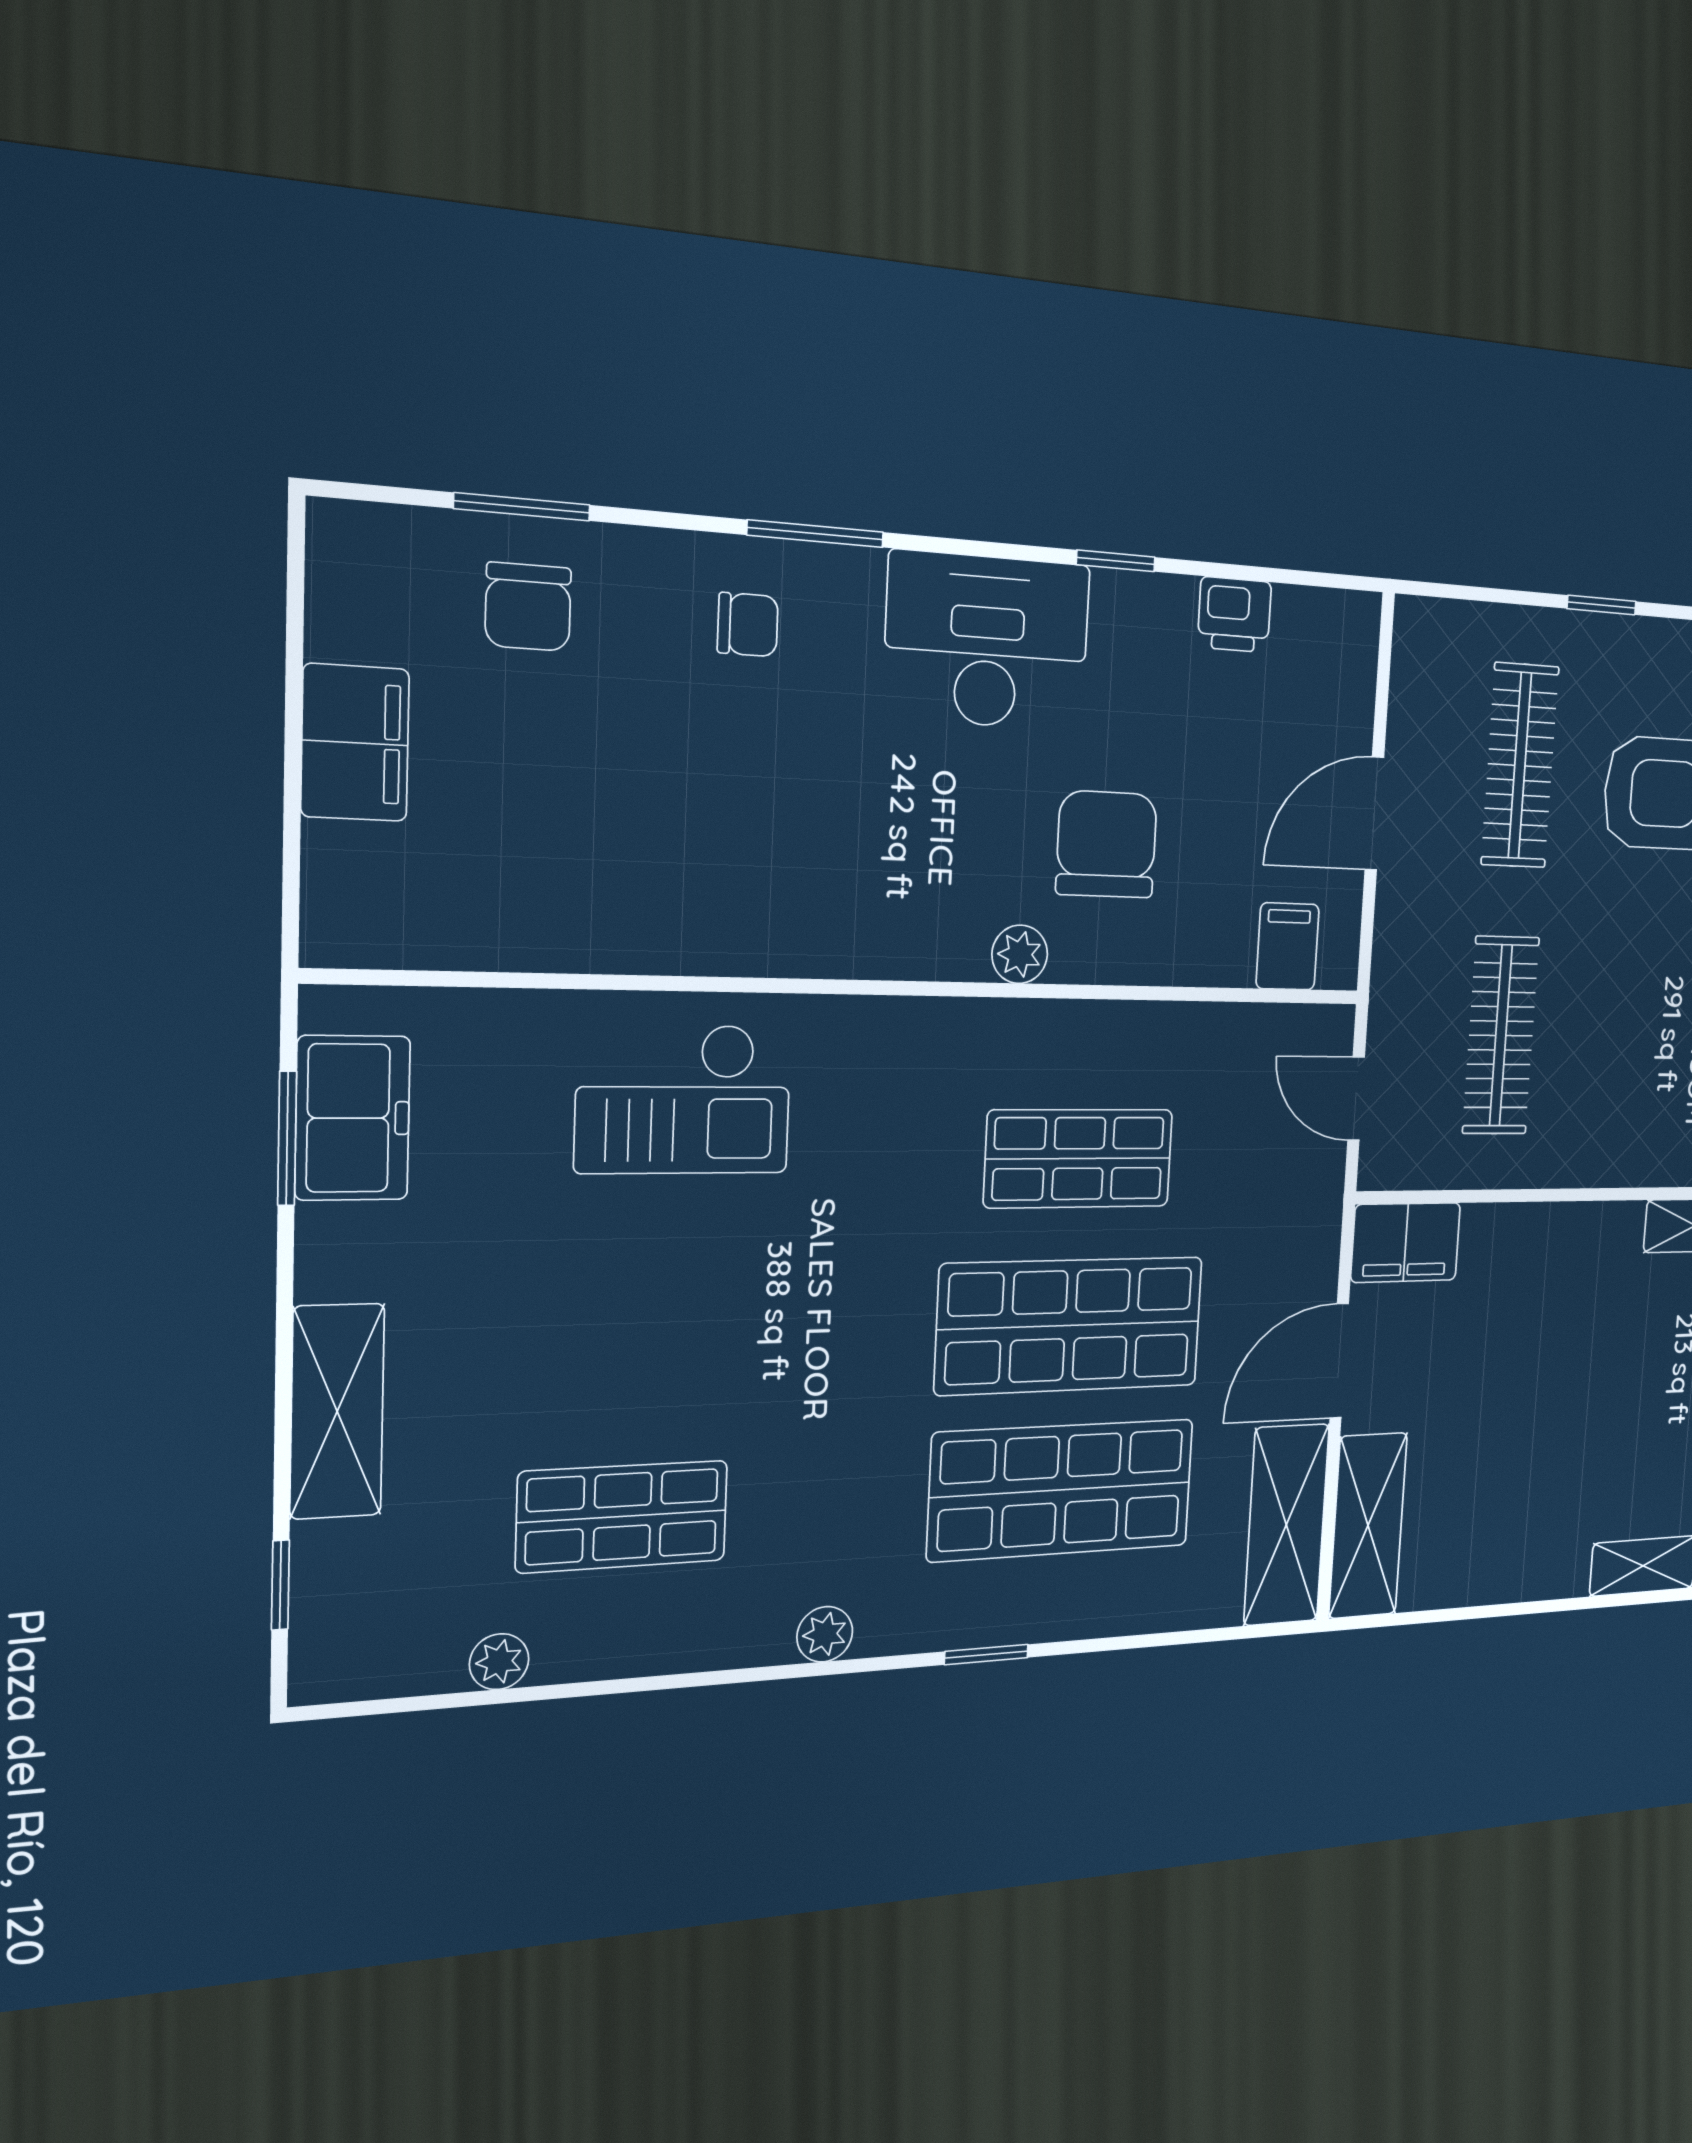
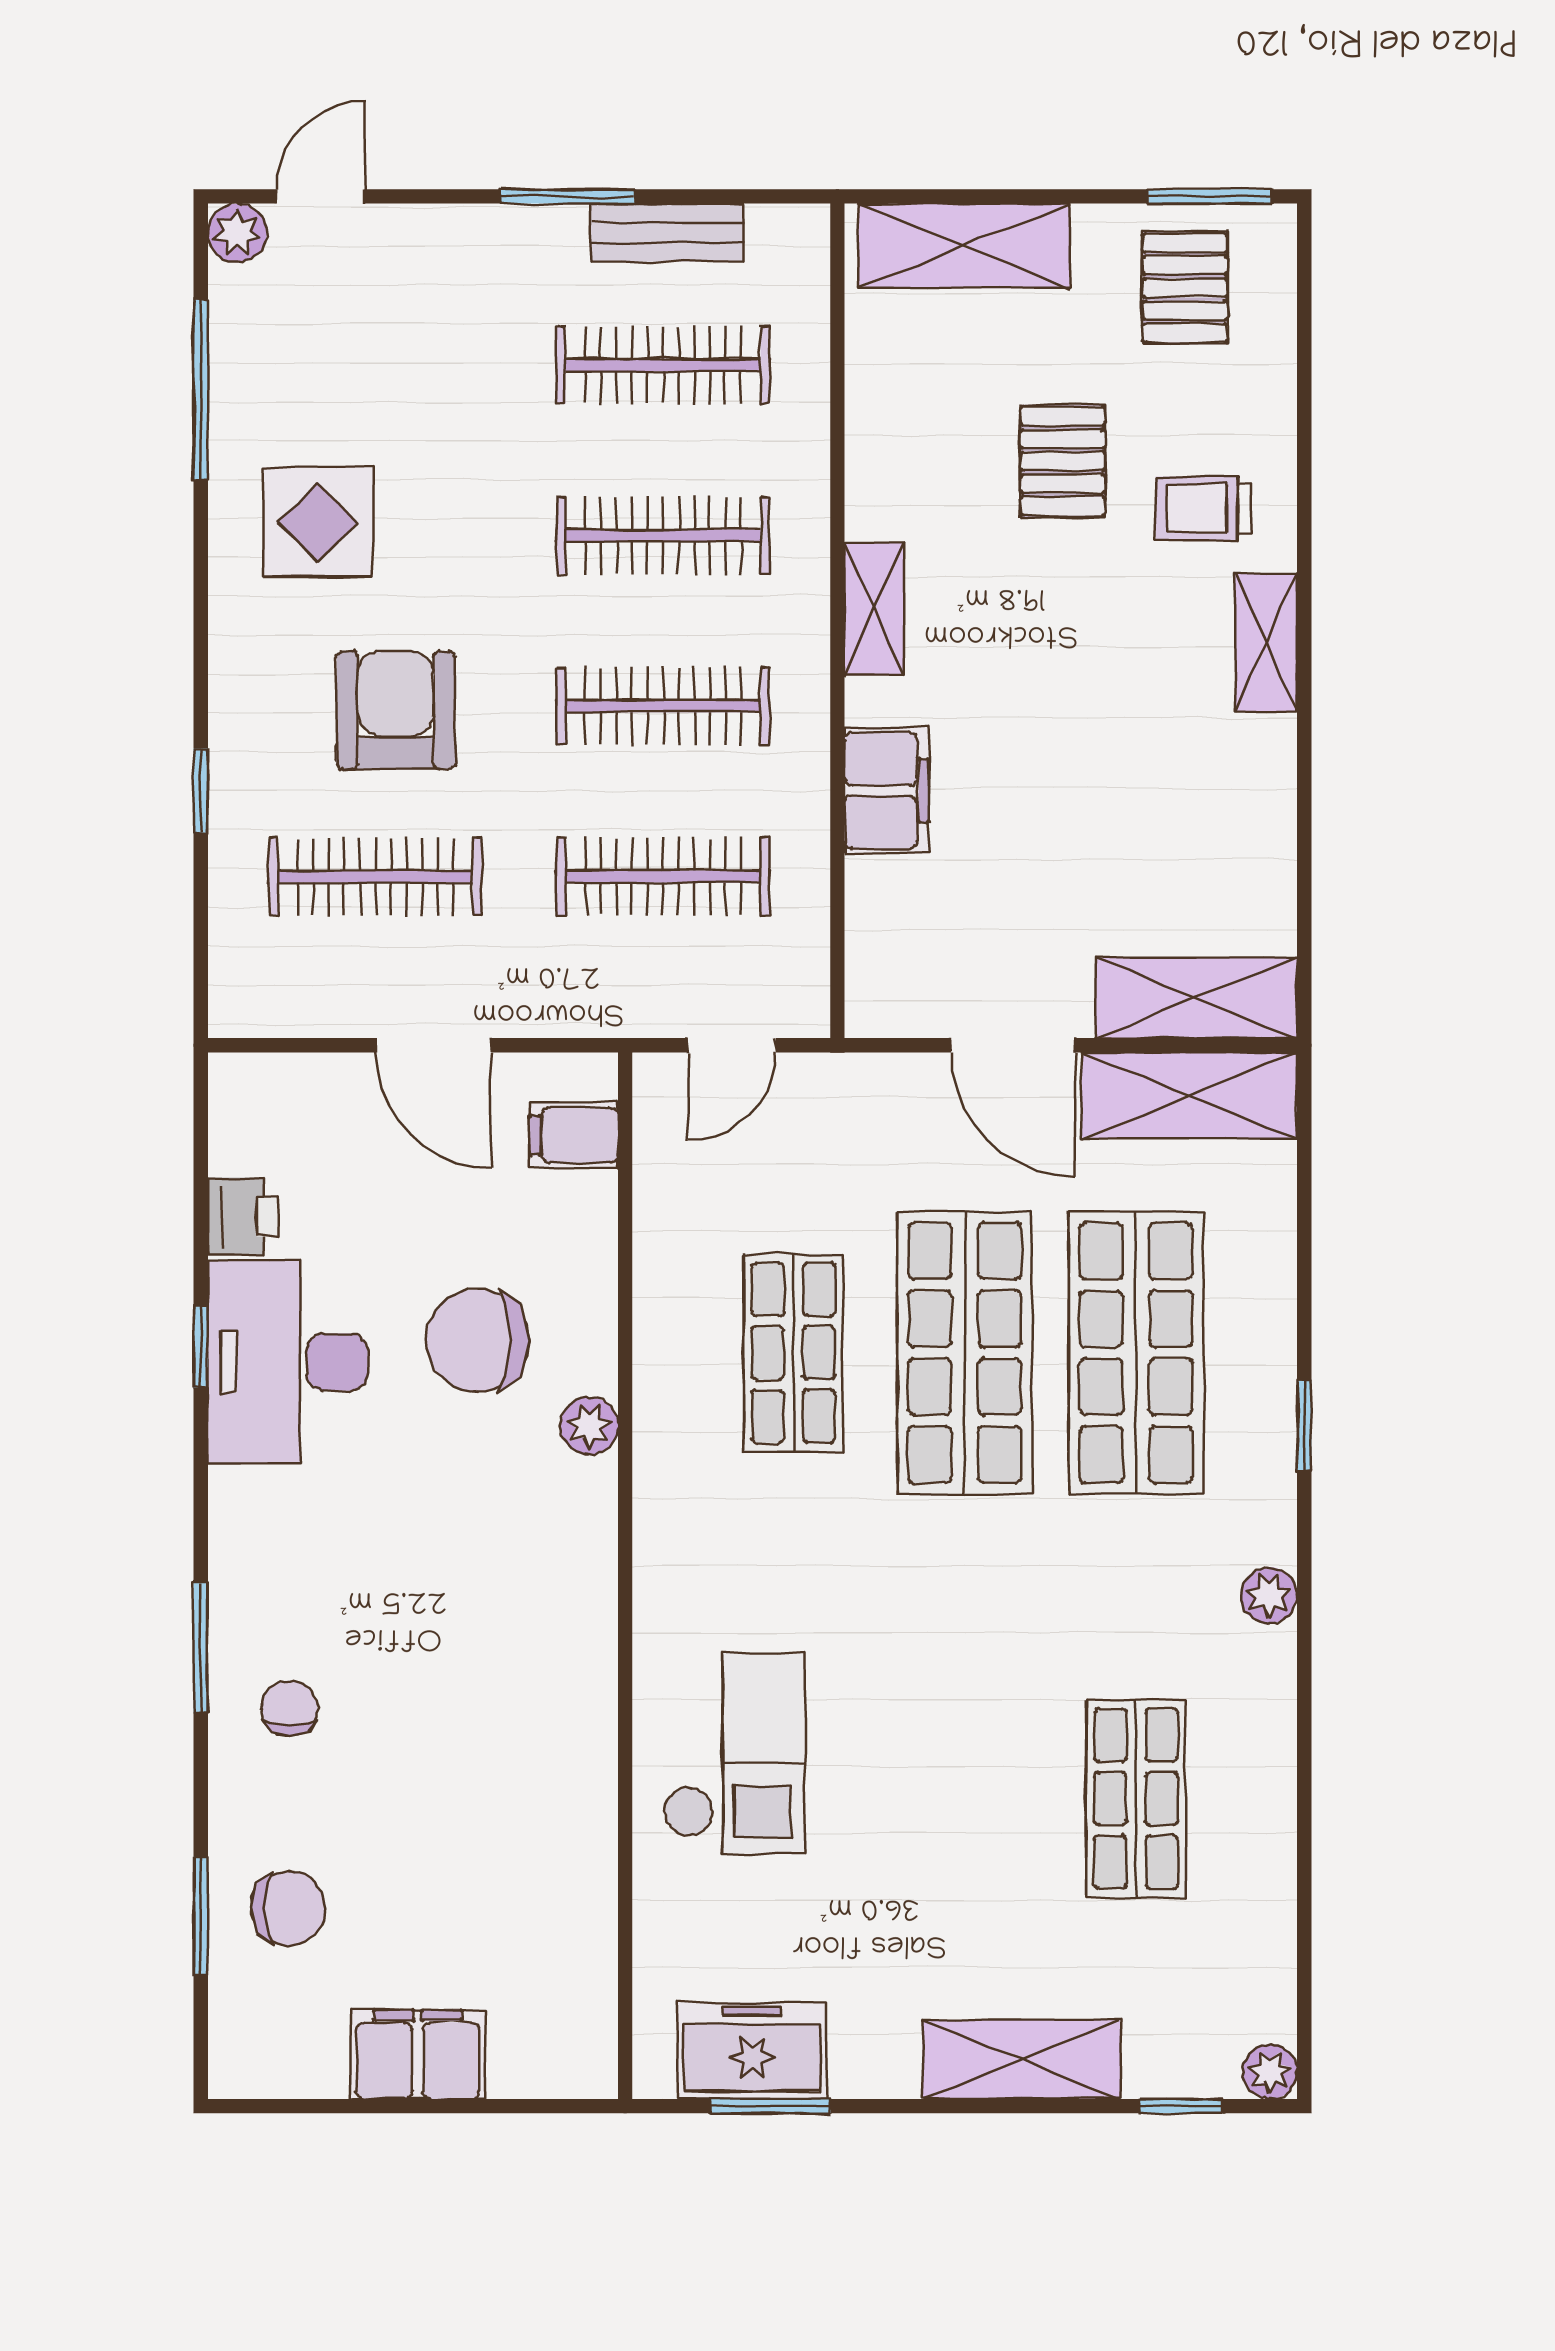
desk: (987, 641) -> (288, 1362), moved
clothes rail: (1636, 1037) -> (663, 706), added
filing cabinet: (1406, 1242) -> (887, 790), moved
plant: (499, 1662) -> (1270, 2072), moved

